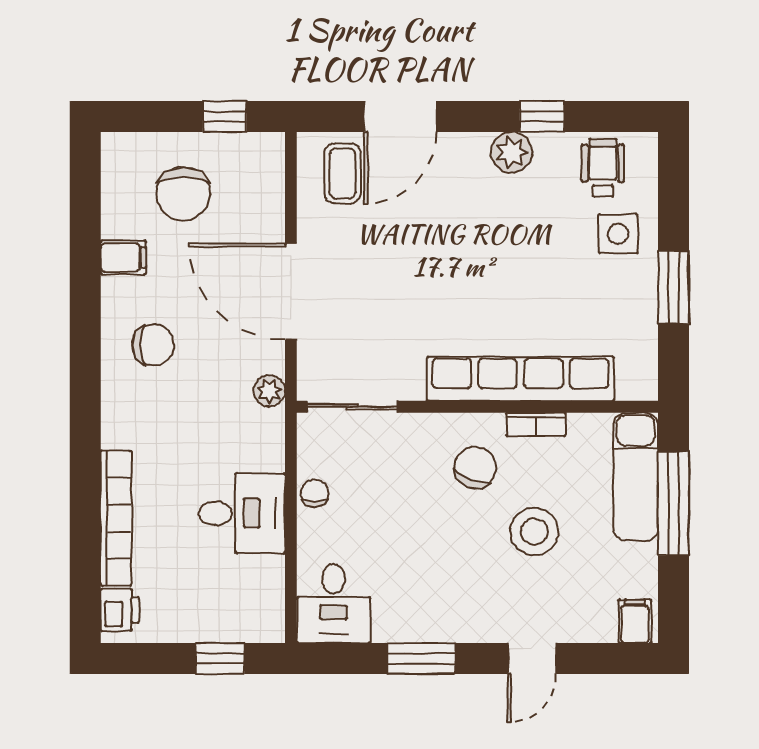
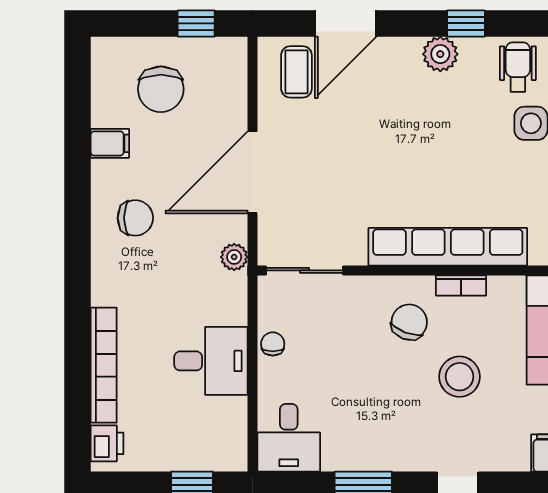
door: (291, 292) -> (253, 172), hinge flipped

